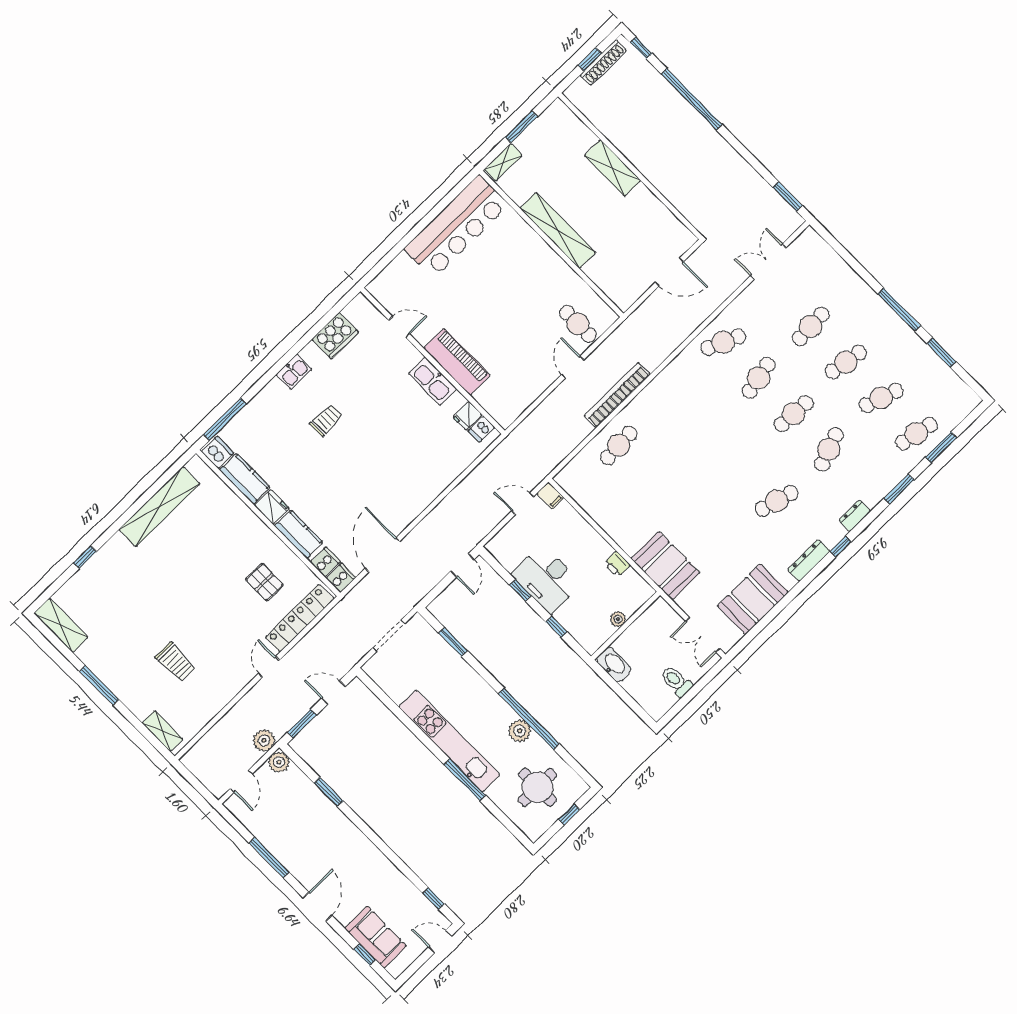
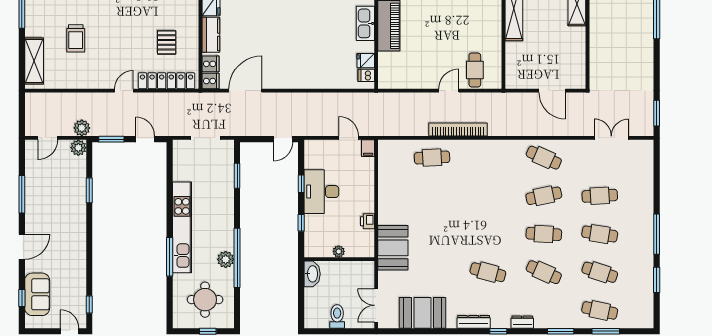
cafe table: (829, 449) -> (544, 272), turned 45
shelving: (163, 731) -> (34, 61), width x1.50, depth x1.33

